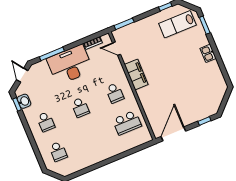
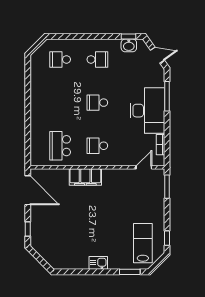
filing cabinet: (136, 74) -> (85, 177), moved
school desk: (46, 122) -> (97, 59), turned 180

